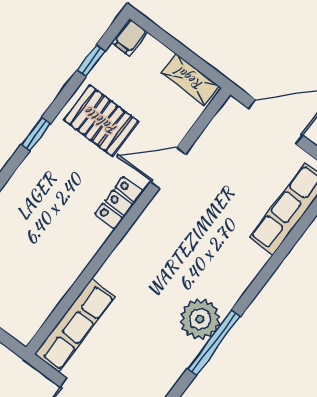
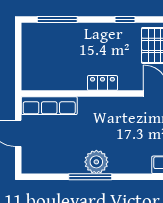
locker: (119, 203) -> (102, 83), moved

